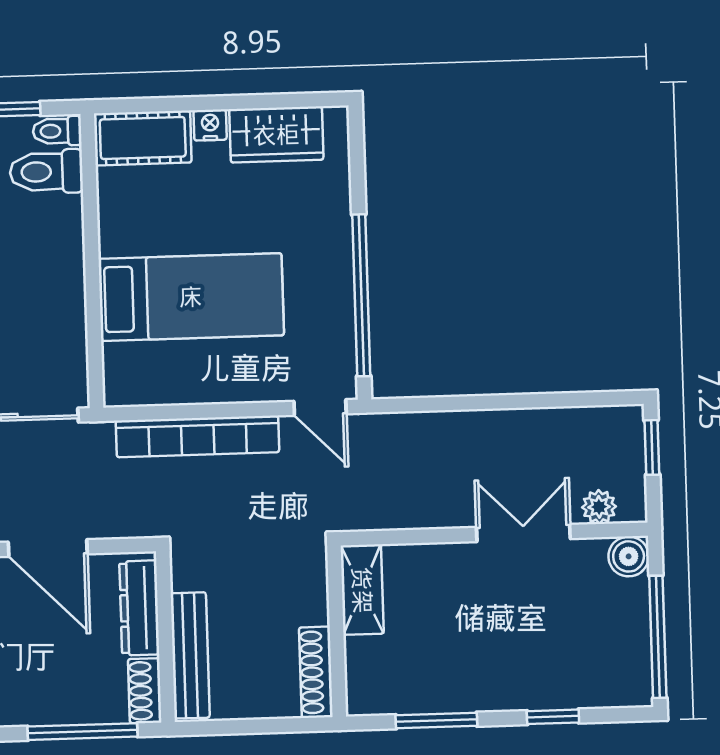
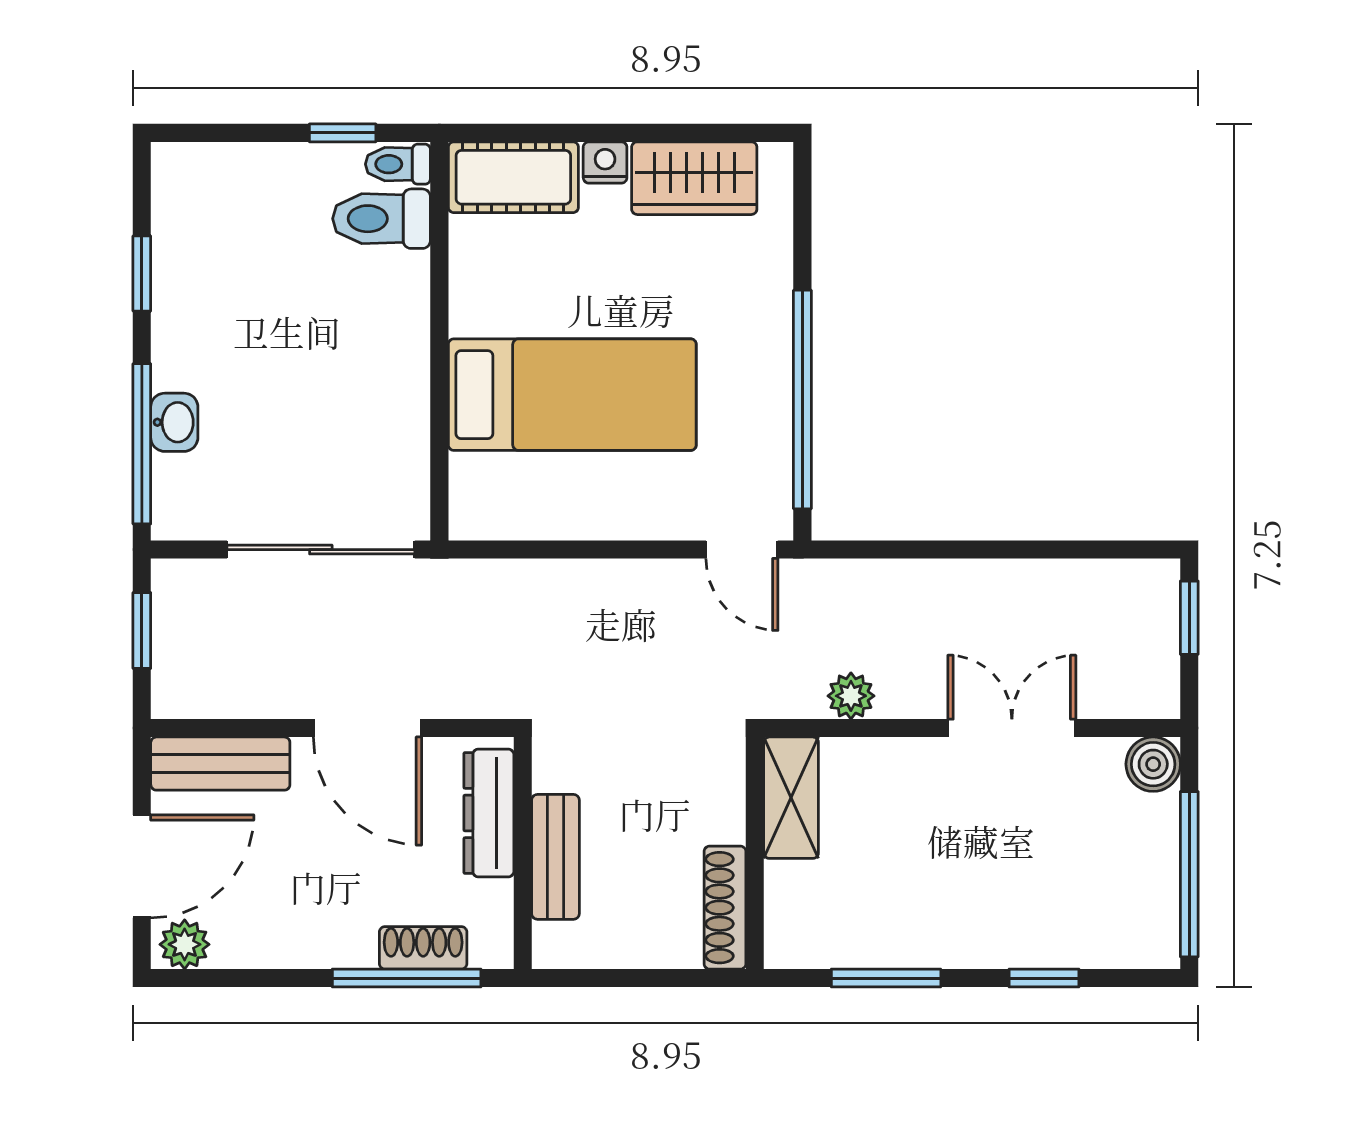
bookcase: (197, 436) -> (575, 583), removed
plant: (599, 507) -> (851, 696), moved
bench: (190, 655) -> (555, 857), width x0.73
shoe rack: (145, 691) -> (423, 948), moved, turned 90

